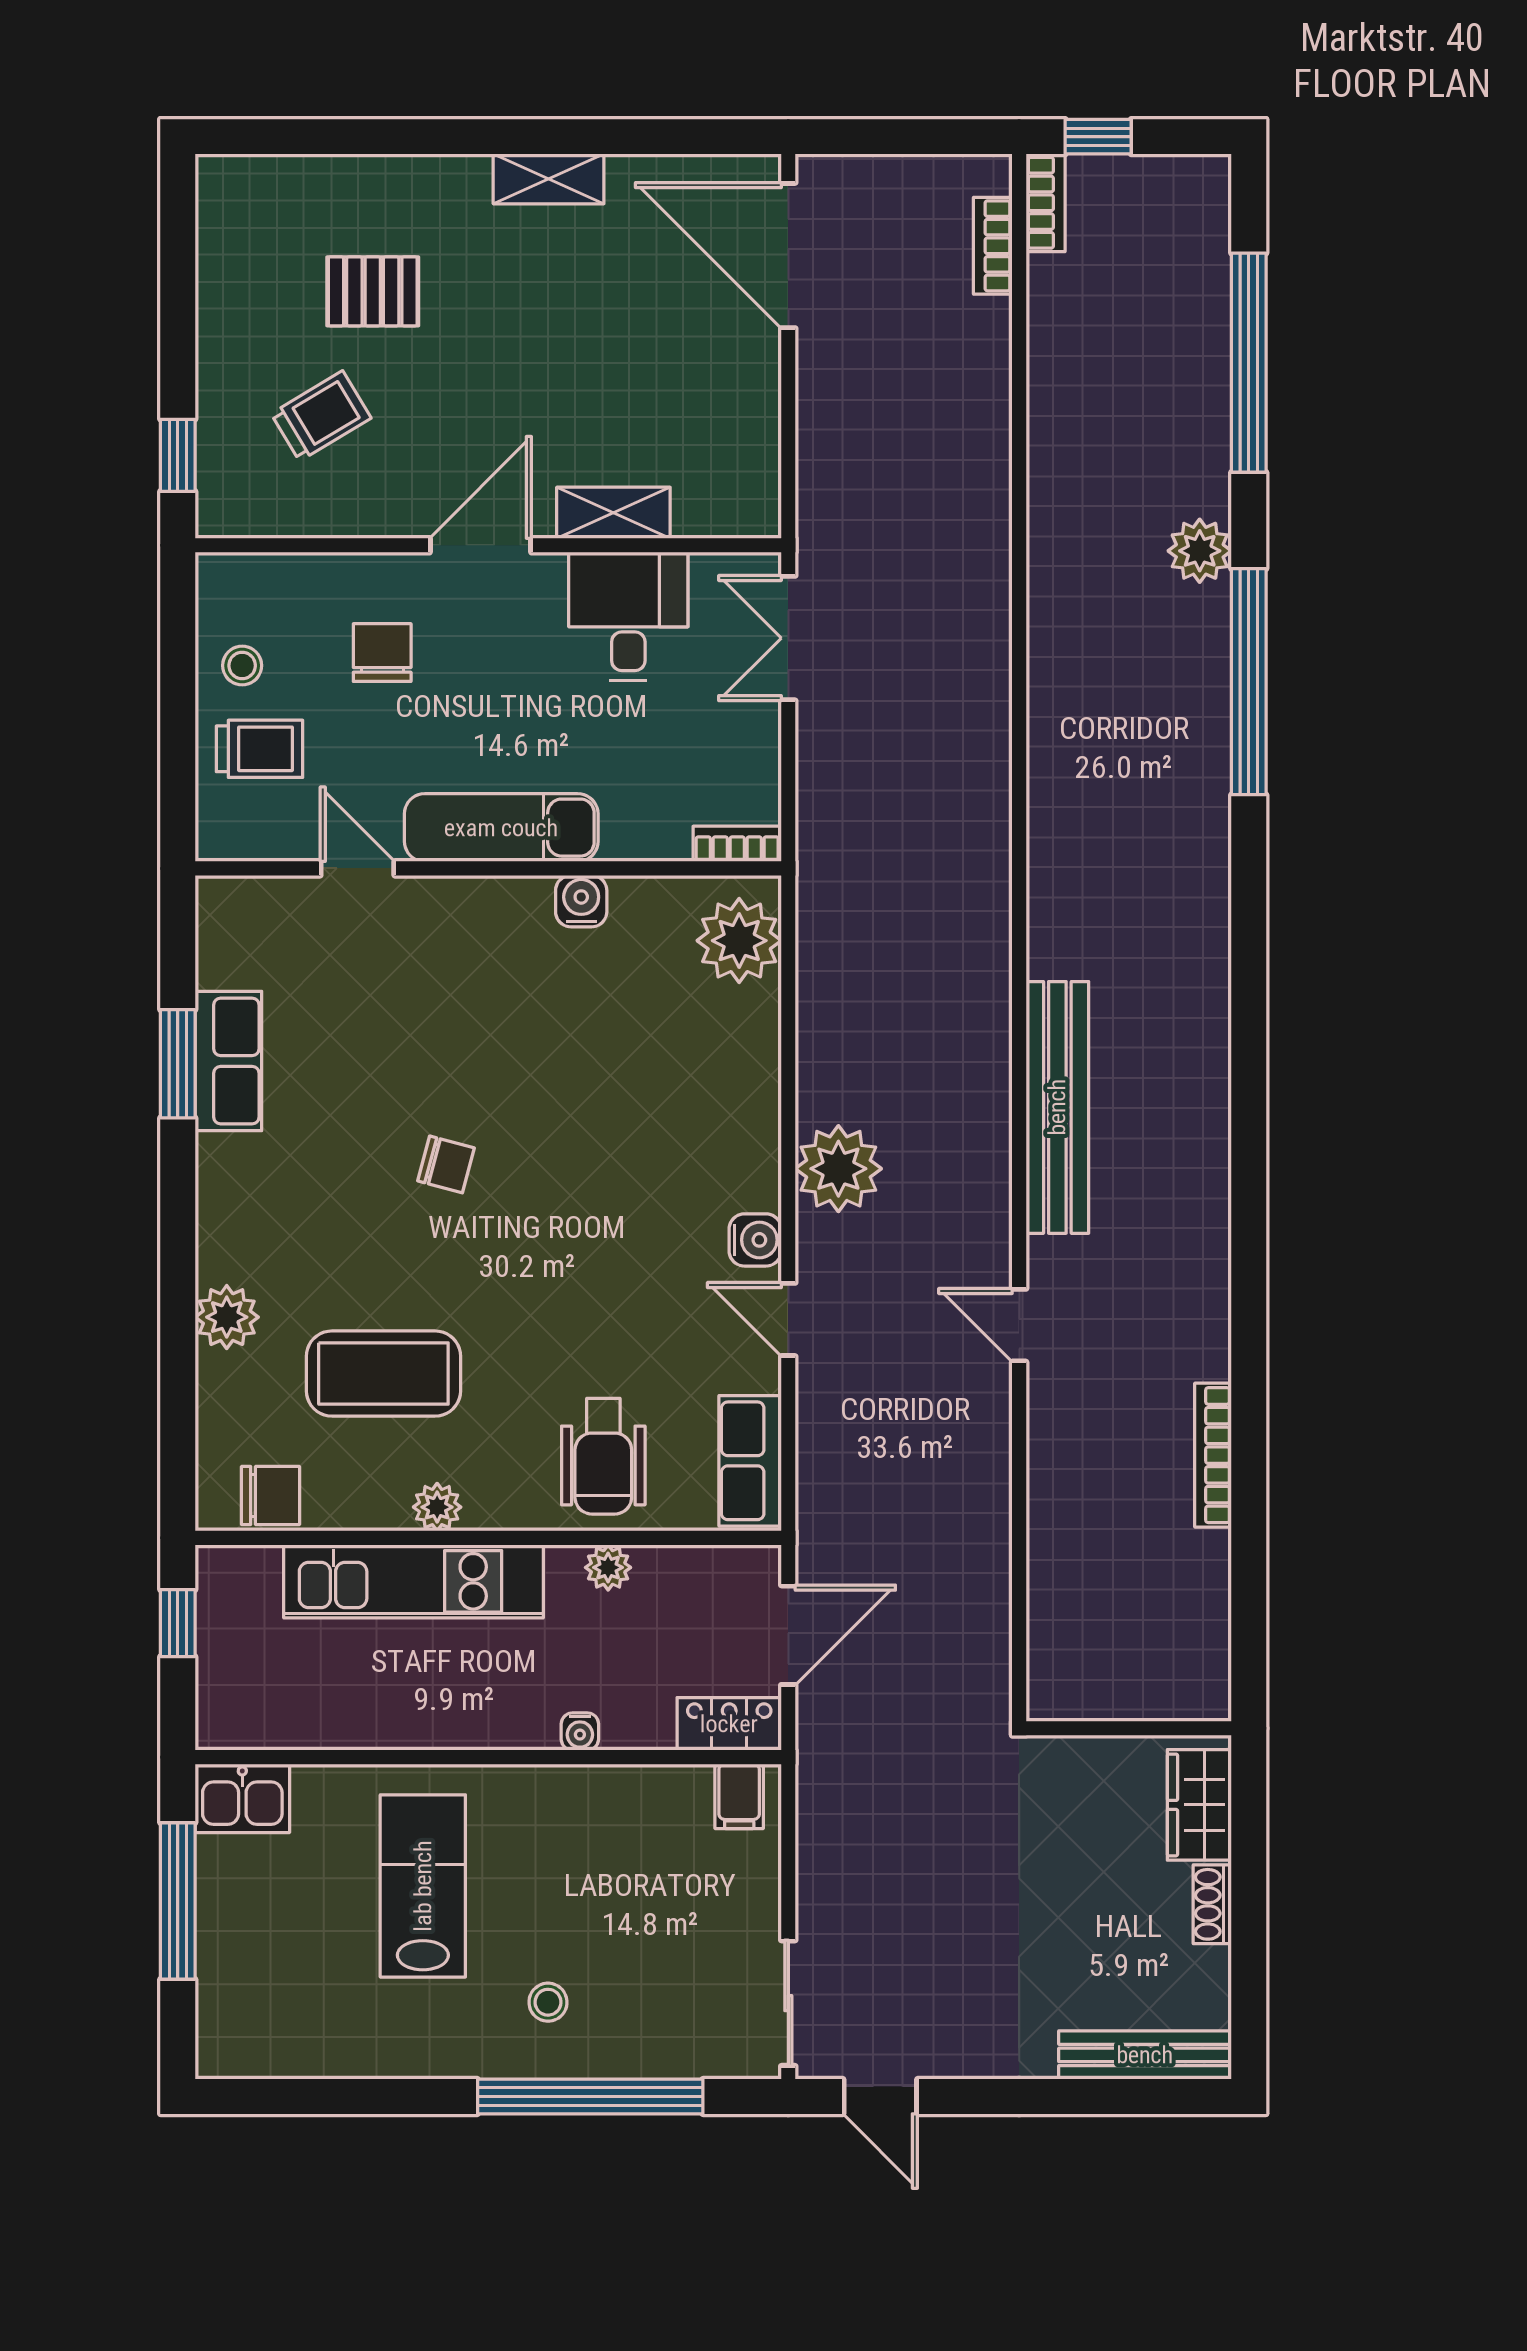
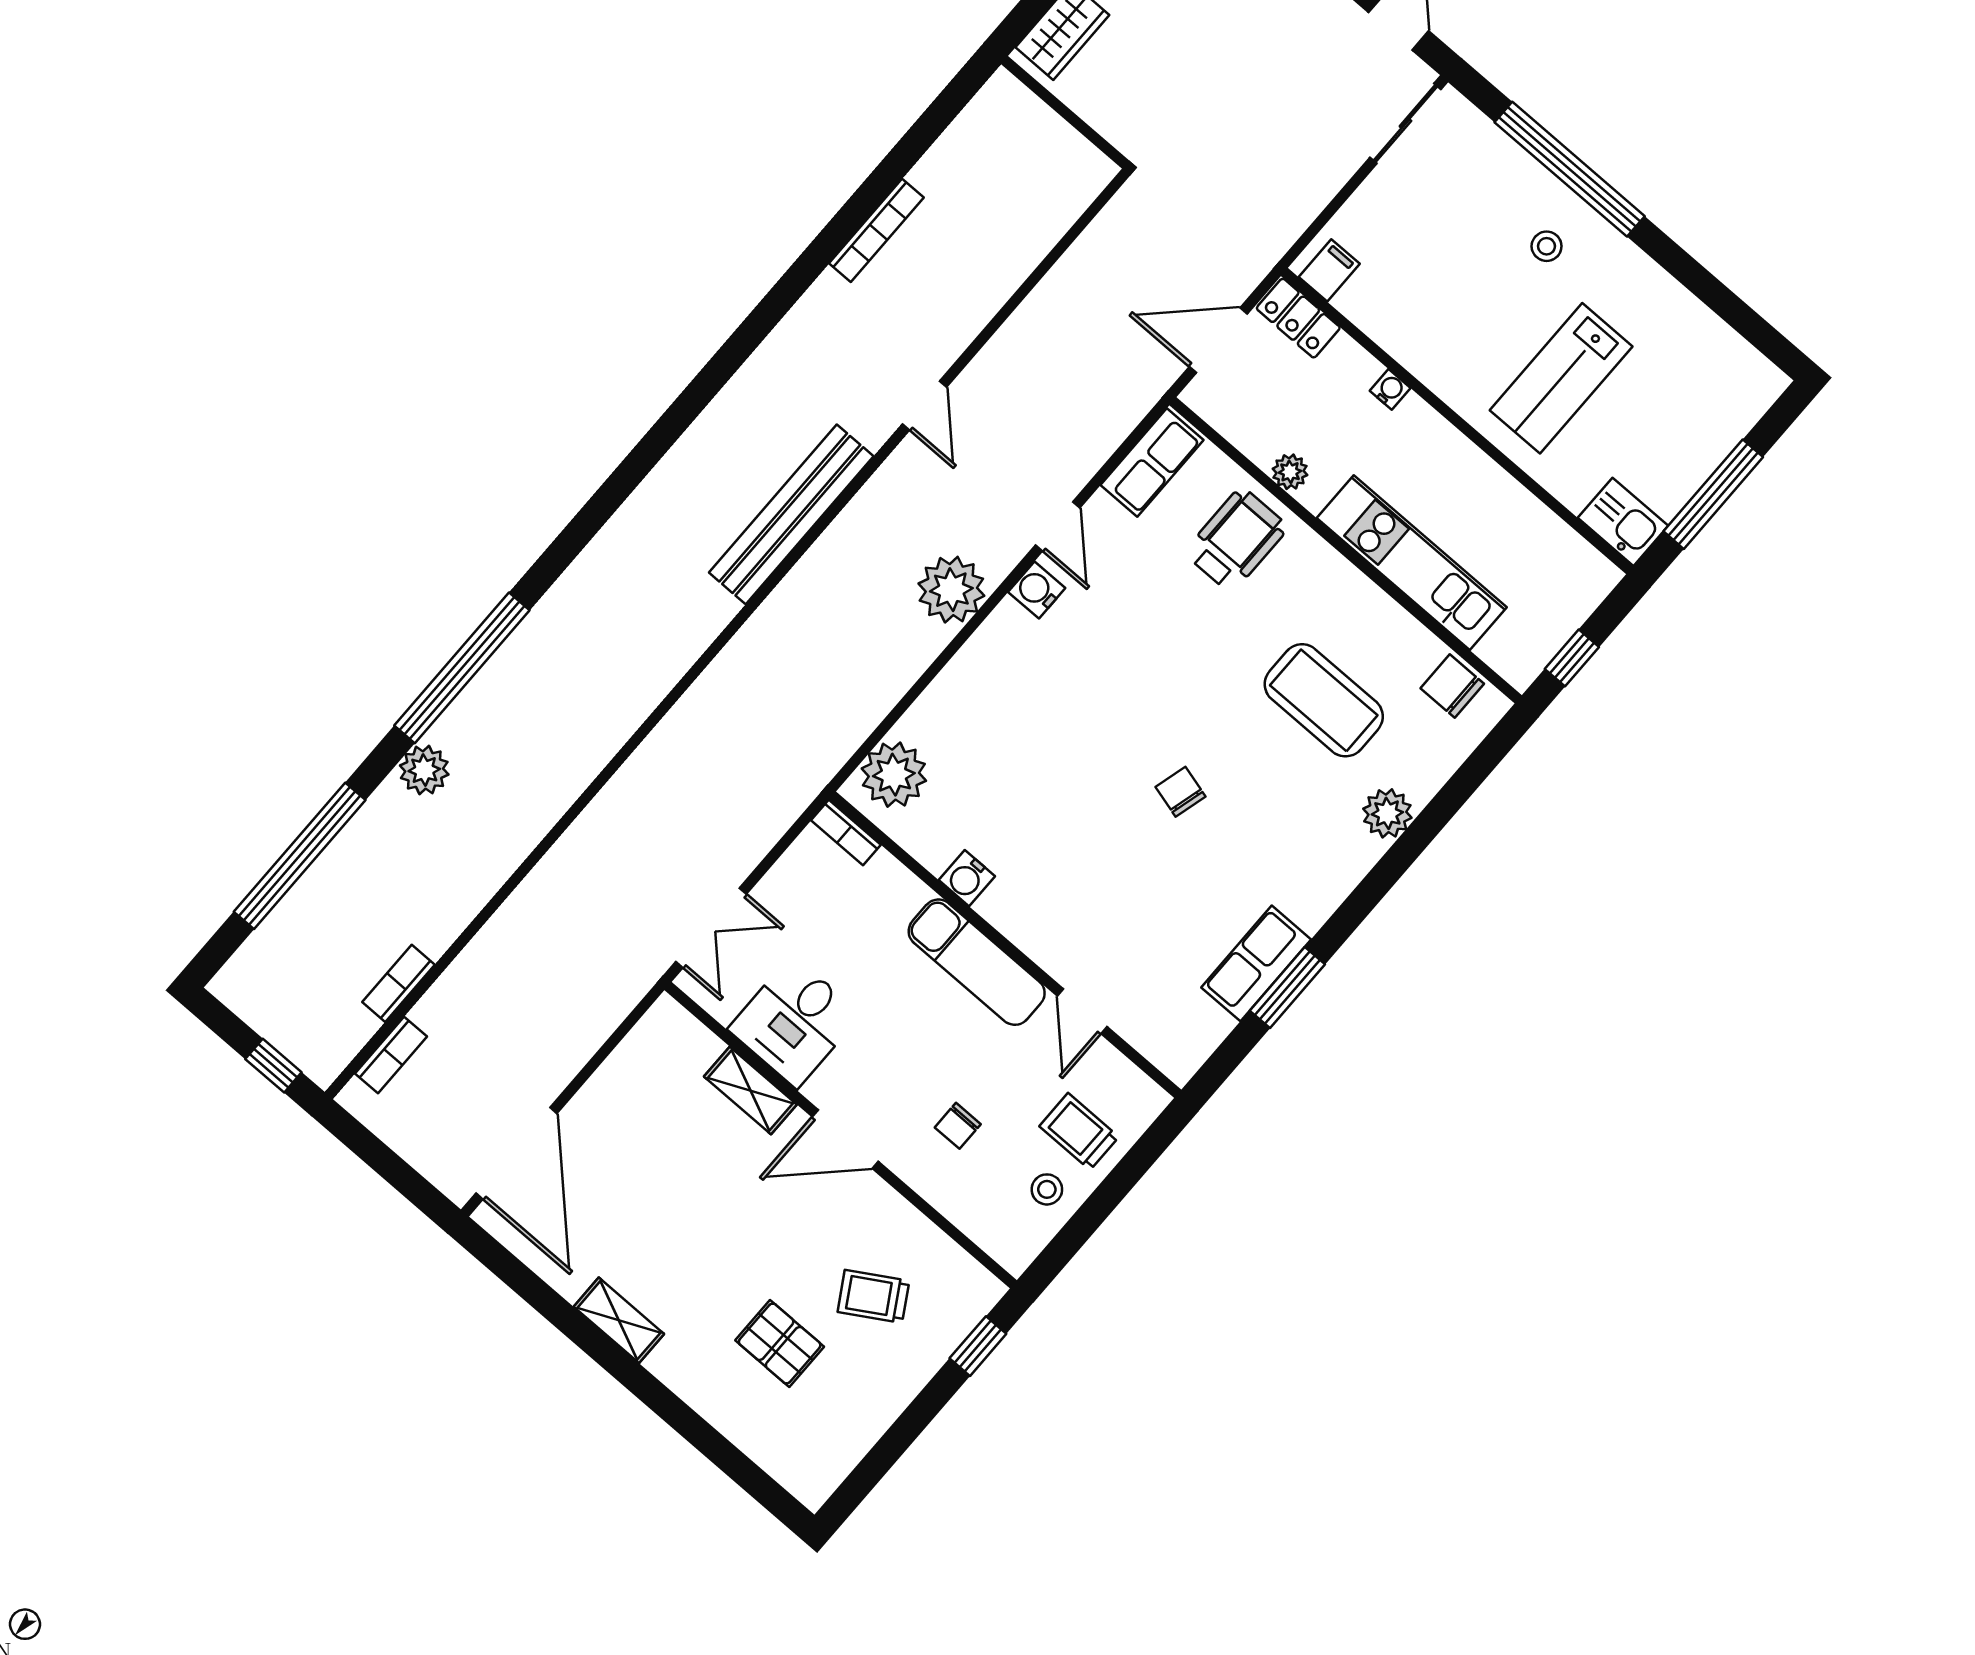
bookcase: (1046, 203) -> (399, 983), moved
chair: (382, 653) -> (958, 1126), width x0.73, depth x0.73
plant: (437, 1507) -> (1360, 594), removed

